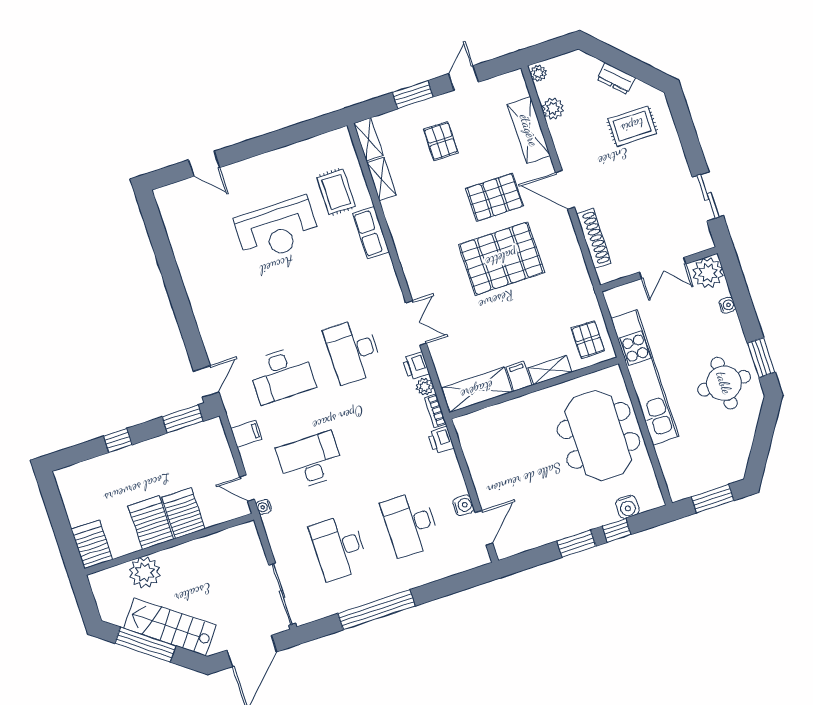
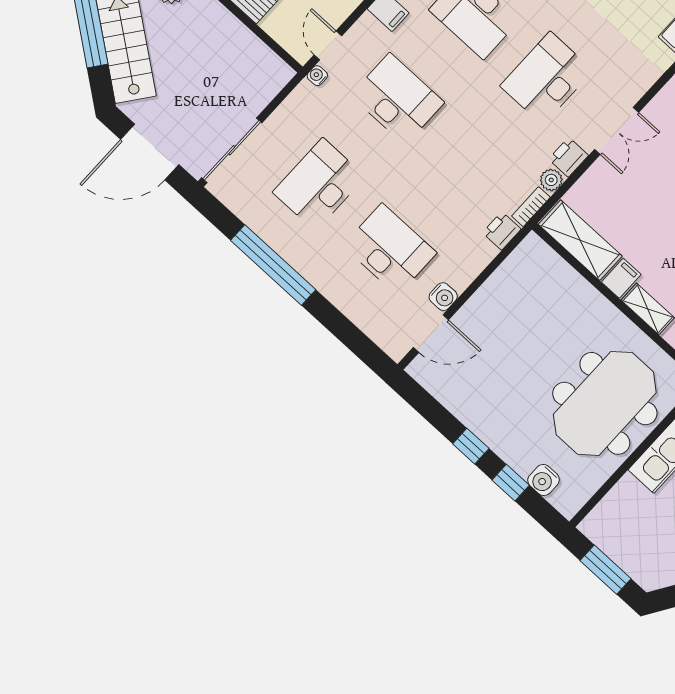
desk: (410, 524) -> (390, 249), turned 90
window: (576, 544) -> (471, 446), width x0.67

